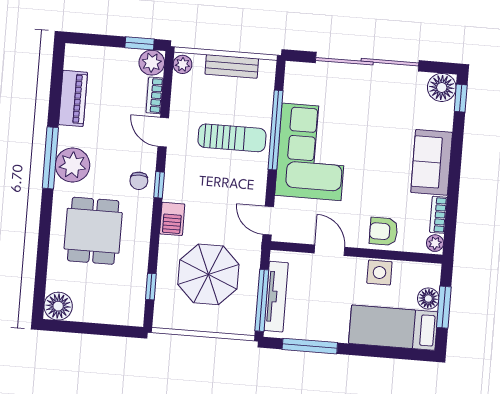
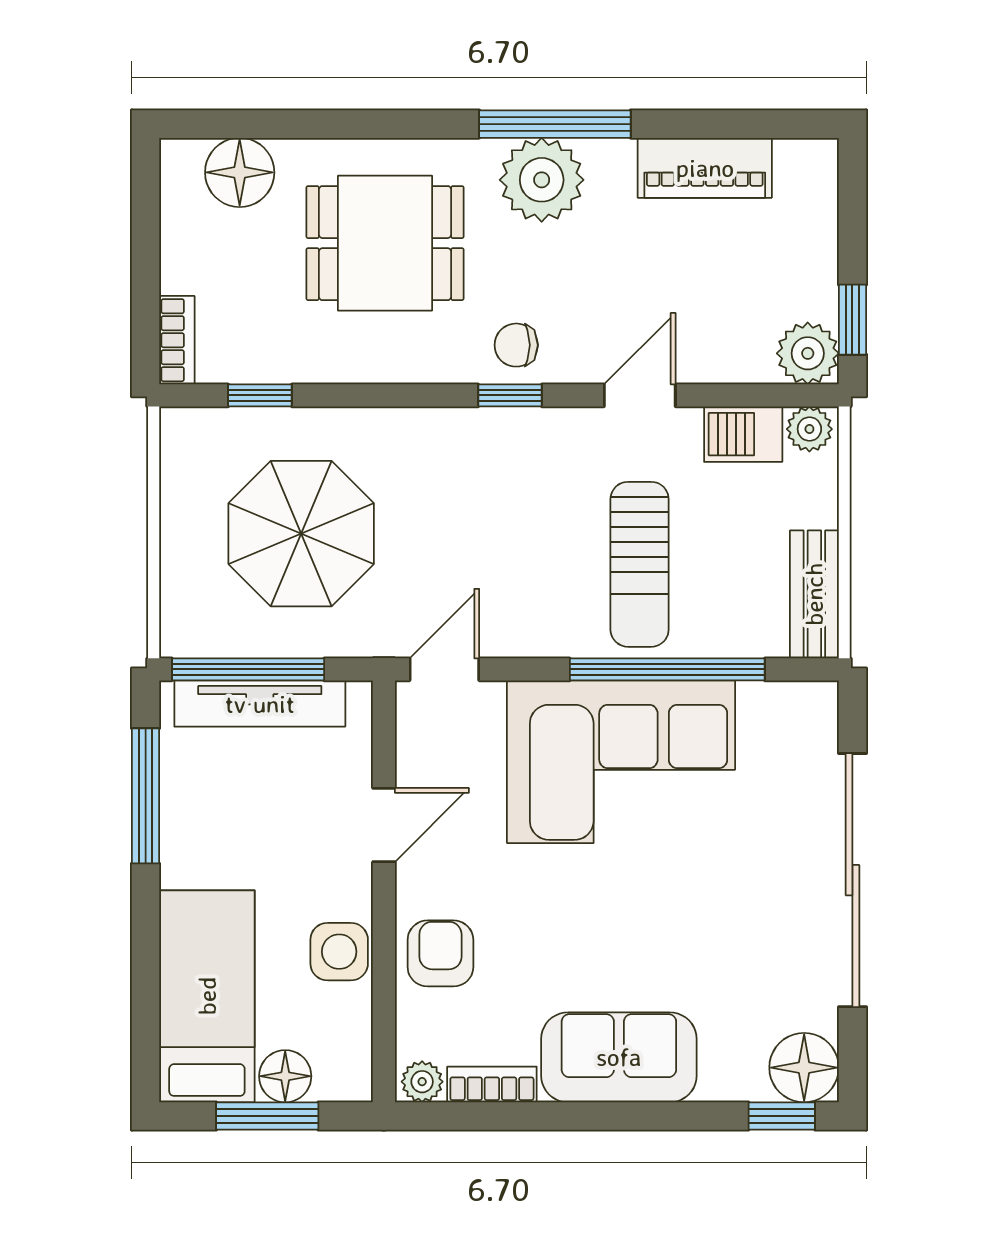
bench: (232, 66) -> (814, 594), moved
bookcase: (155, 95) -> (177, 340), moved, turned 90
barbecue: (172, 219) -> (743, 434), moved
floor lamp: (58, 306) -> (240, 172), moved

